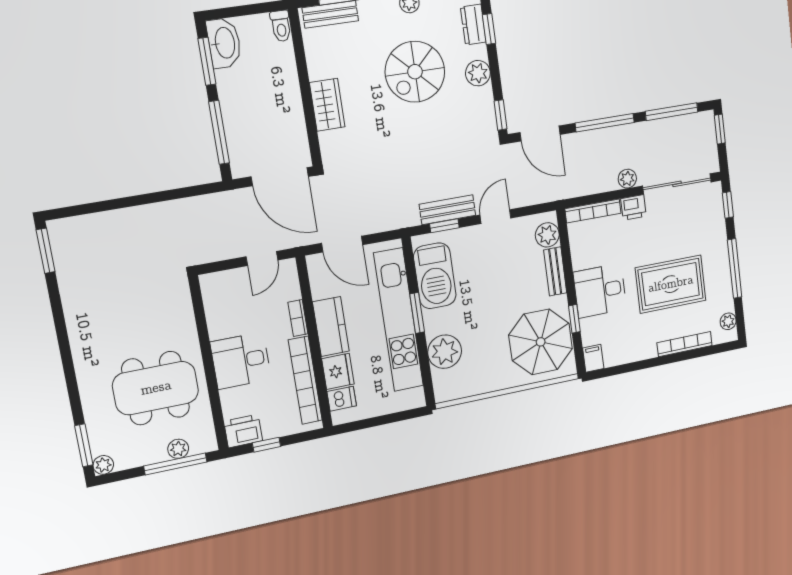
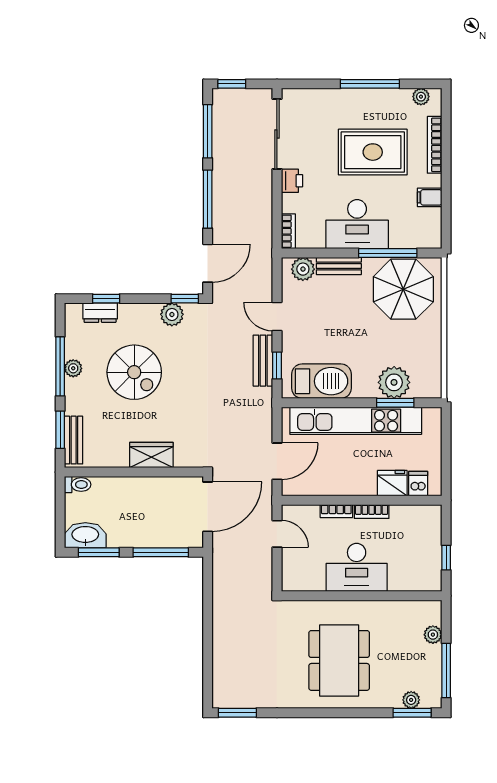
plant: (478, 73) -> (172, 314), moved
plant: (627, 179) -> (264, 183), removed
window: (728, 205) -> (306, 84), removed
bookcase: (593, 211) -> (288, 231), width x0.64
rug: (671, 284) -> (373, 152), turned 90
desk: (600, 291) -> (357, 224), width x1.37
window: (417, 313) -> (395, 403), moved
window: (574, 319) -> (388, 253), width x2.17
kitchen counter: (331, 327) -> (350, 483), removed
filing cabinet: (593, 358) -> (430, 197), moved
desk: (241, 361) -> (357, 567), width x1.37
bookcase: (305, 380) -> (372, 512), width x0.43, depth x0.76
dining table: (156, 388) -> (339, 660), moved
printer: (243, 431) -> (429, 576), removed
window: (175, 464) -> (446, 670), moved
plant: (103, 465) -> (411, 700), moved

